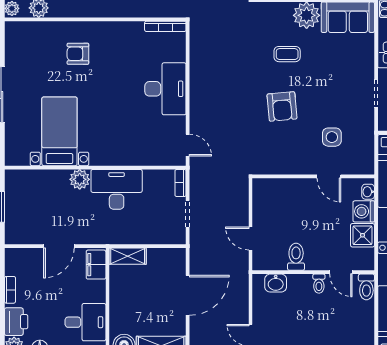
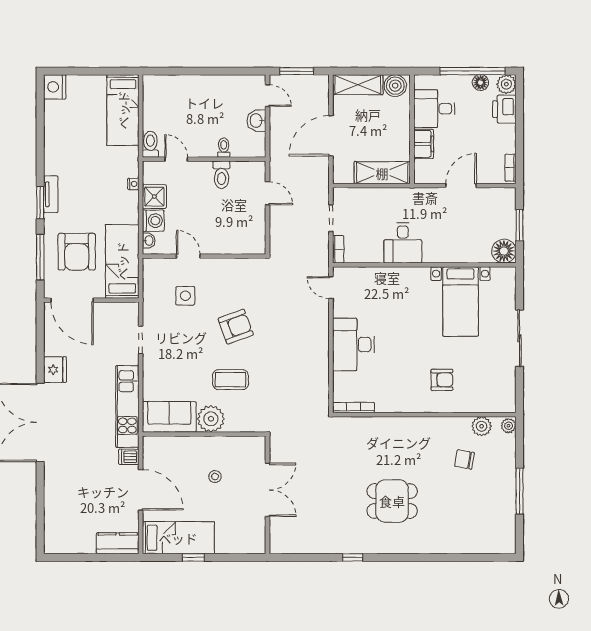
coffee table: (287, 54) -> (231, 380), width x1.36, depth x1.30
armchair: (282, 106) -> (236, 327), turned 75
plant: (80, 179) -> (440, 253), removed
floor lamp: (17, 181) -> (504, 251), added
desk: (117, 189) -> (403, 243), width x0.73
shelving: (128, 256) -> (382, 173), width x1.50, depth x1.33
filing cabinet: (96, 265) -> (424, 144), moved
washbasin: (276, 283) -> (257, 121), moved, turned -90
toilet: (319, 284) -> (224, 148), moved
bookcase: (10, 290) -> (511, 168), moved

